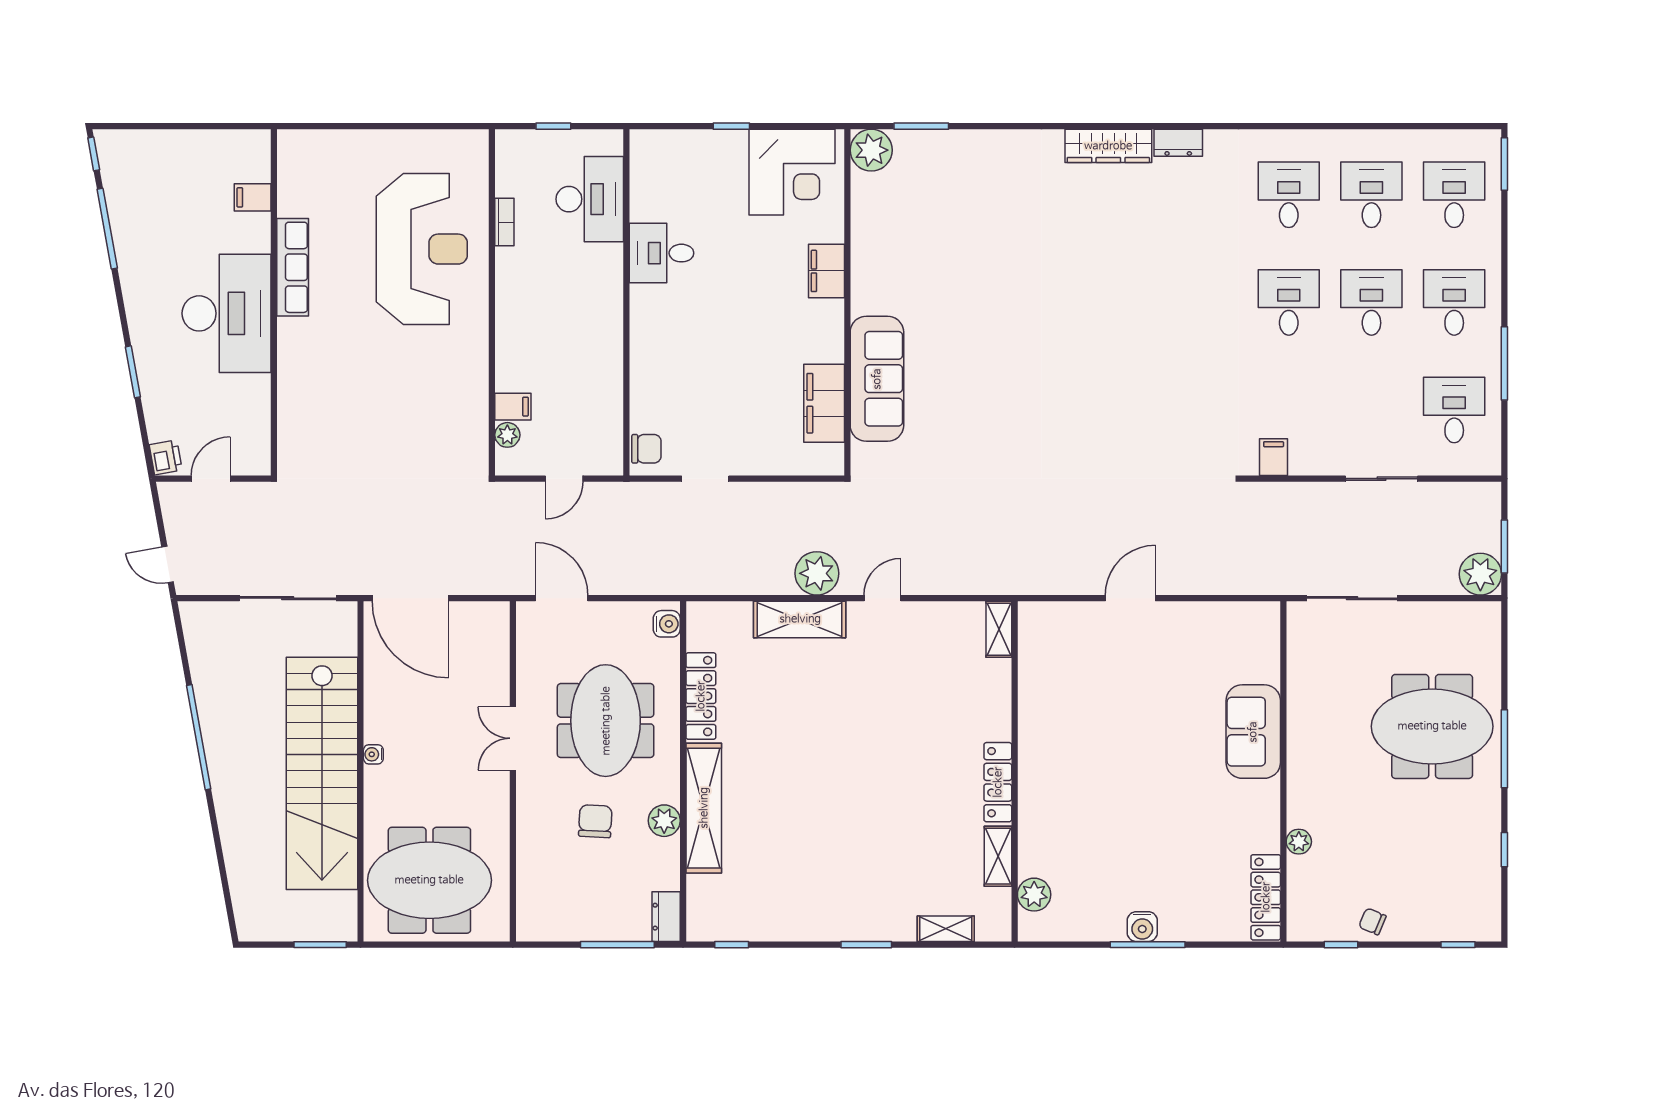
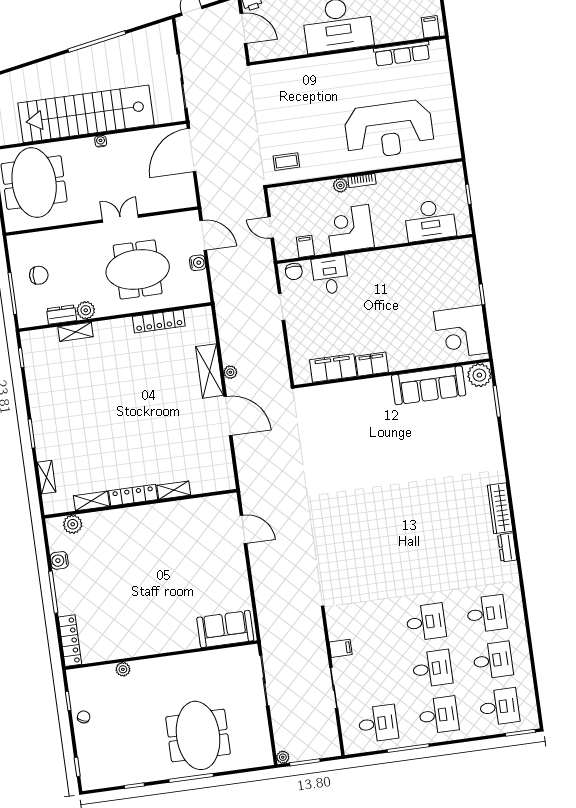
filing cabinet: (253, 197) -> (430, 27), moved
bookcase: (504, 222) -> (362, 181), moved
desk: (661, 253) -> (330, 275), moved
row of seats: (293, 267) -> (402, 54), moved
filing cabinet: (826, 271) -> (372, 364), moved
corner desk: (585, 341) -> (350, 229), added
sofa: (877, 379) -> (429, 385), moved
filing cabinet: (513, 407) -> (305, 246), moved, turned 180
plant: (507, 435) -> (340, 185), moved
coffee table: (453, 436) -> (286, 162), added
filing cabinet: (1274, 457) -> (341, 648), moved
door: (211, 479) -> (243, 28), width x1.37
plant: (817, 573) -> (230, 372), width x0.53, depth x0.53
plant: (1480, 574) -> (283, 757), width x0.53, depth x0.53
door: (562, 598) -> (203, 235), hinge flipped
door: (882, 598) -> (228, 416), width x1.88
door: (1130, 598) -> (243, 529), moved
water cooler: (667, 624) -> (198, 263), moved, turned -90
shelving: (999, 629) -> (174, 490), moved
sofa: (1253, 732) -> (225, 629), moved
shelving: (704, 808) -> (76, 332), width x0.45, depth x0.75
chair: (595, 821) -> (39, 275), moved
locker: (1266, 897) -> (70, 641), moved, turned 90
dresser: (666, 917) -> (62, 315), moved
water cooler: (1142, 927) -> (59, 560), moved

